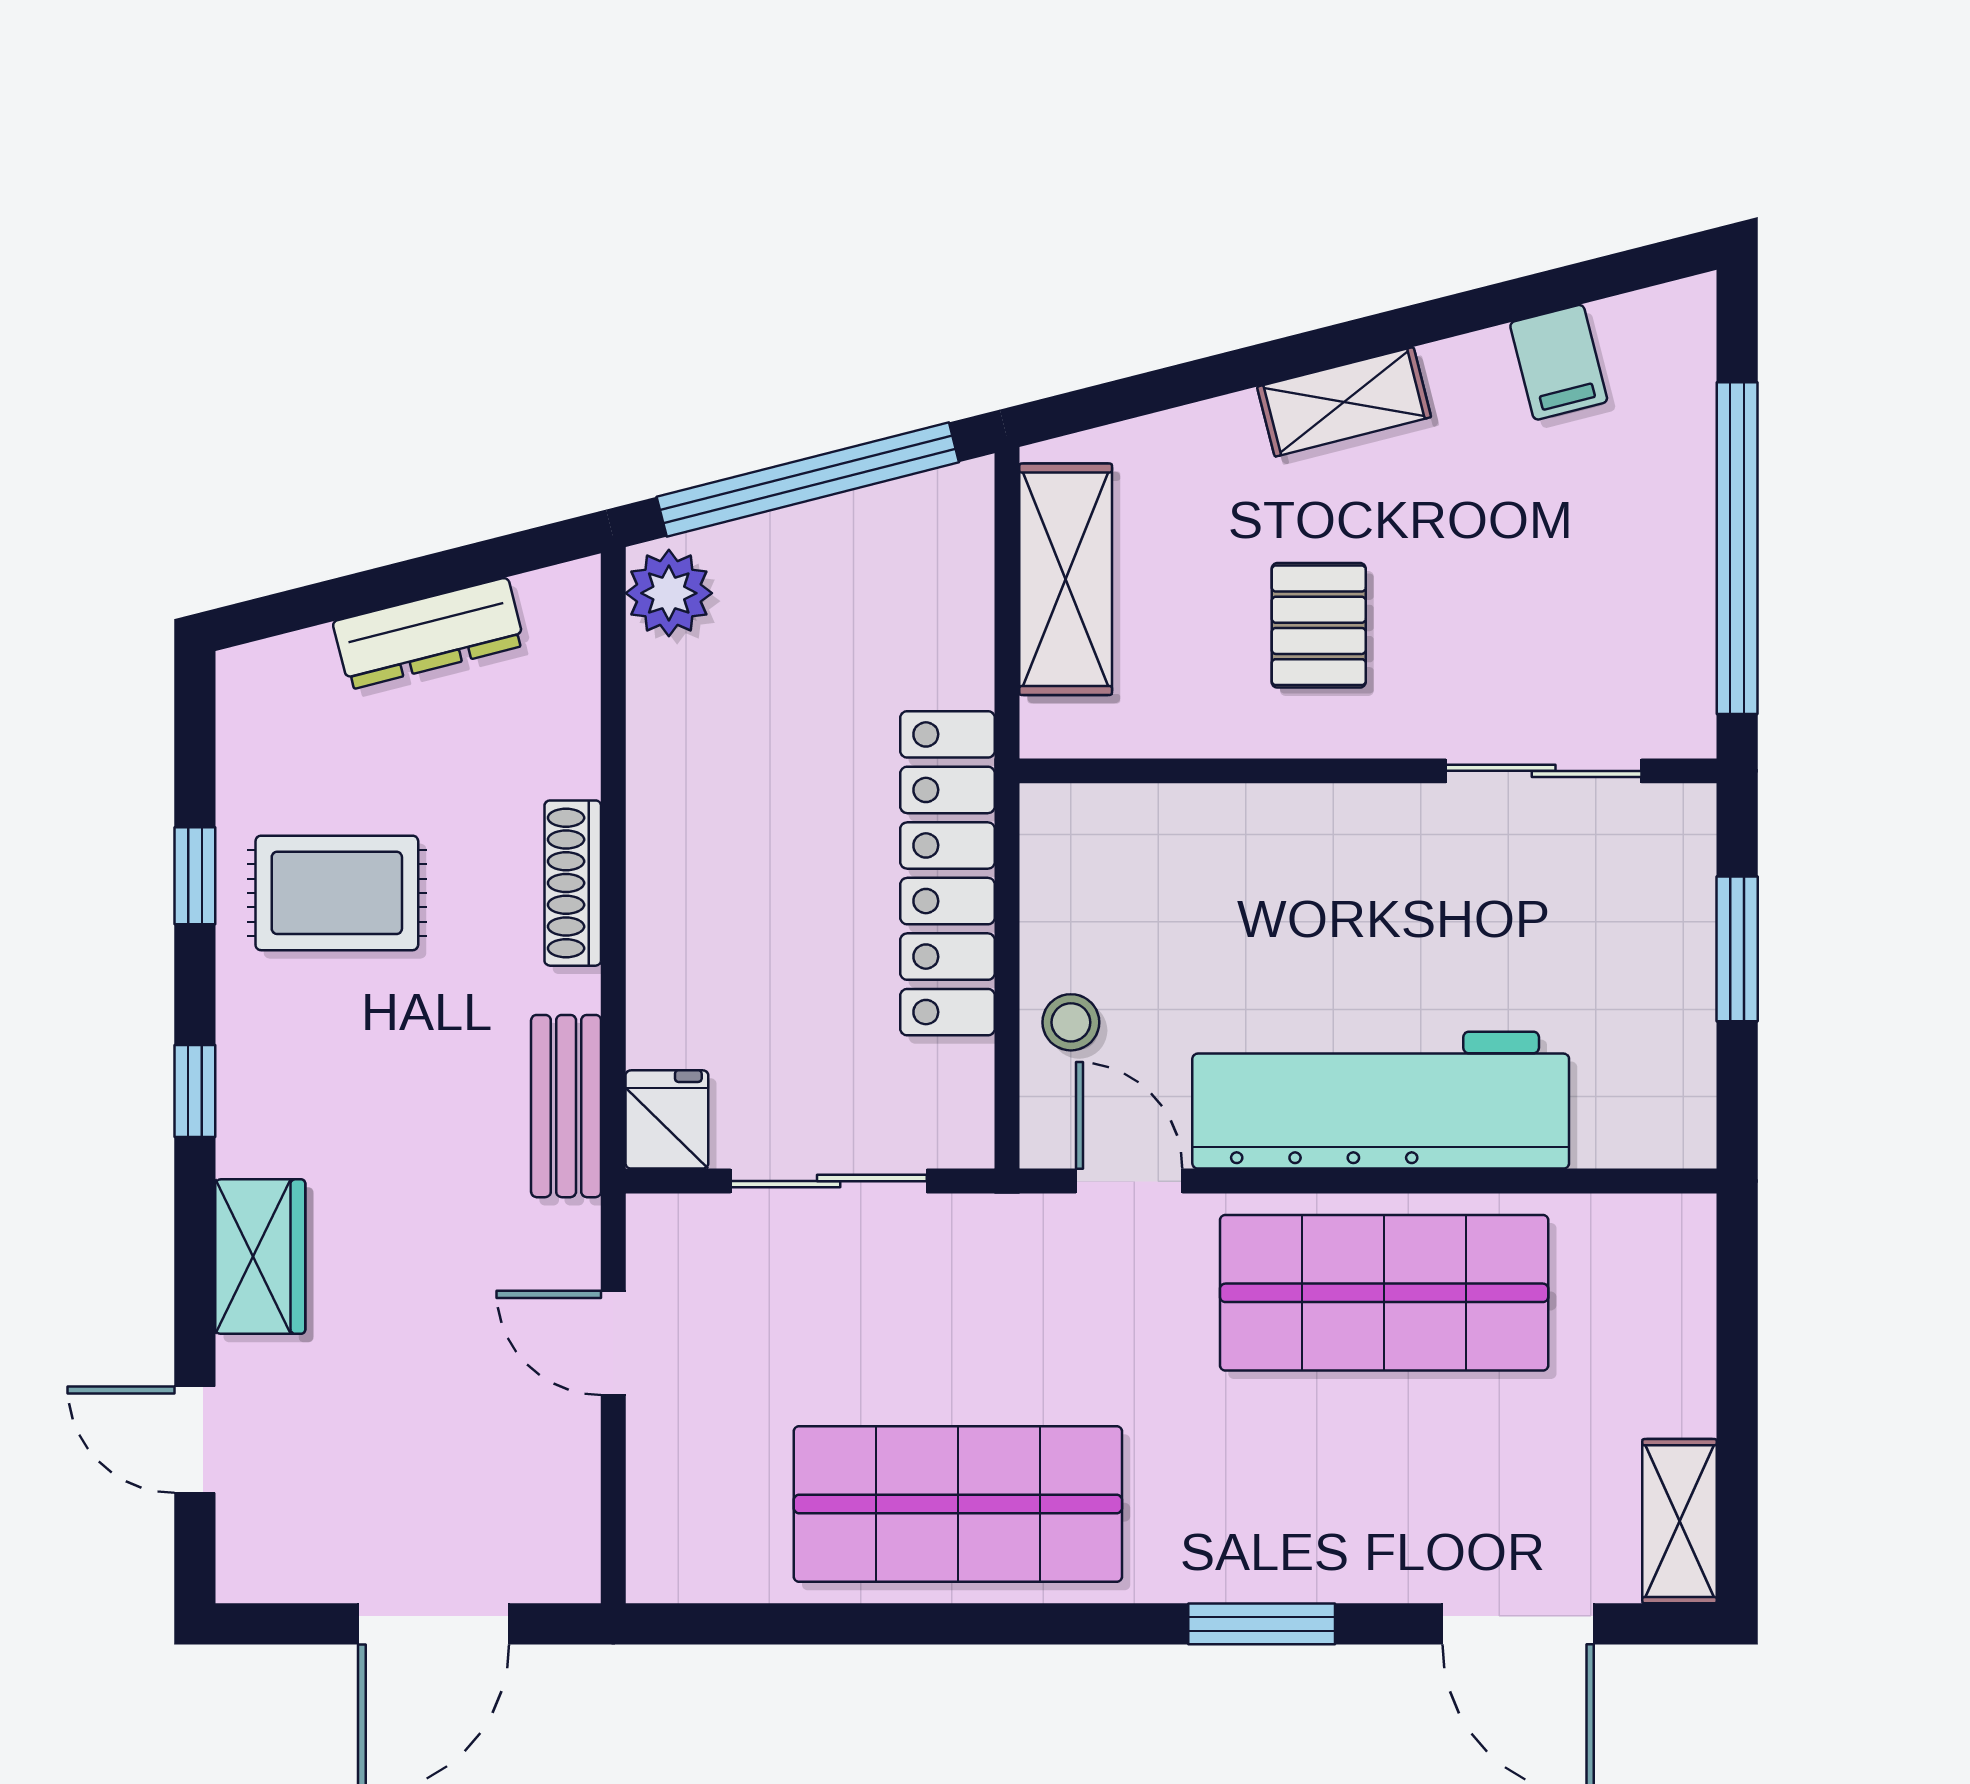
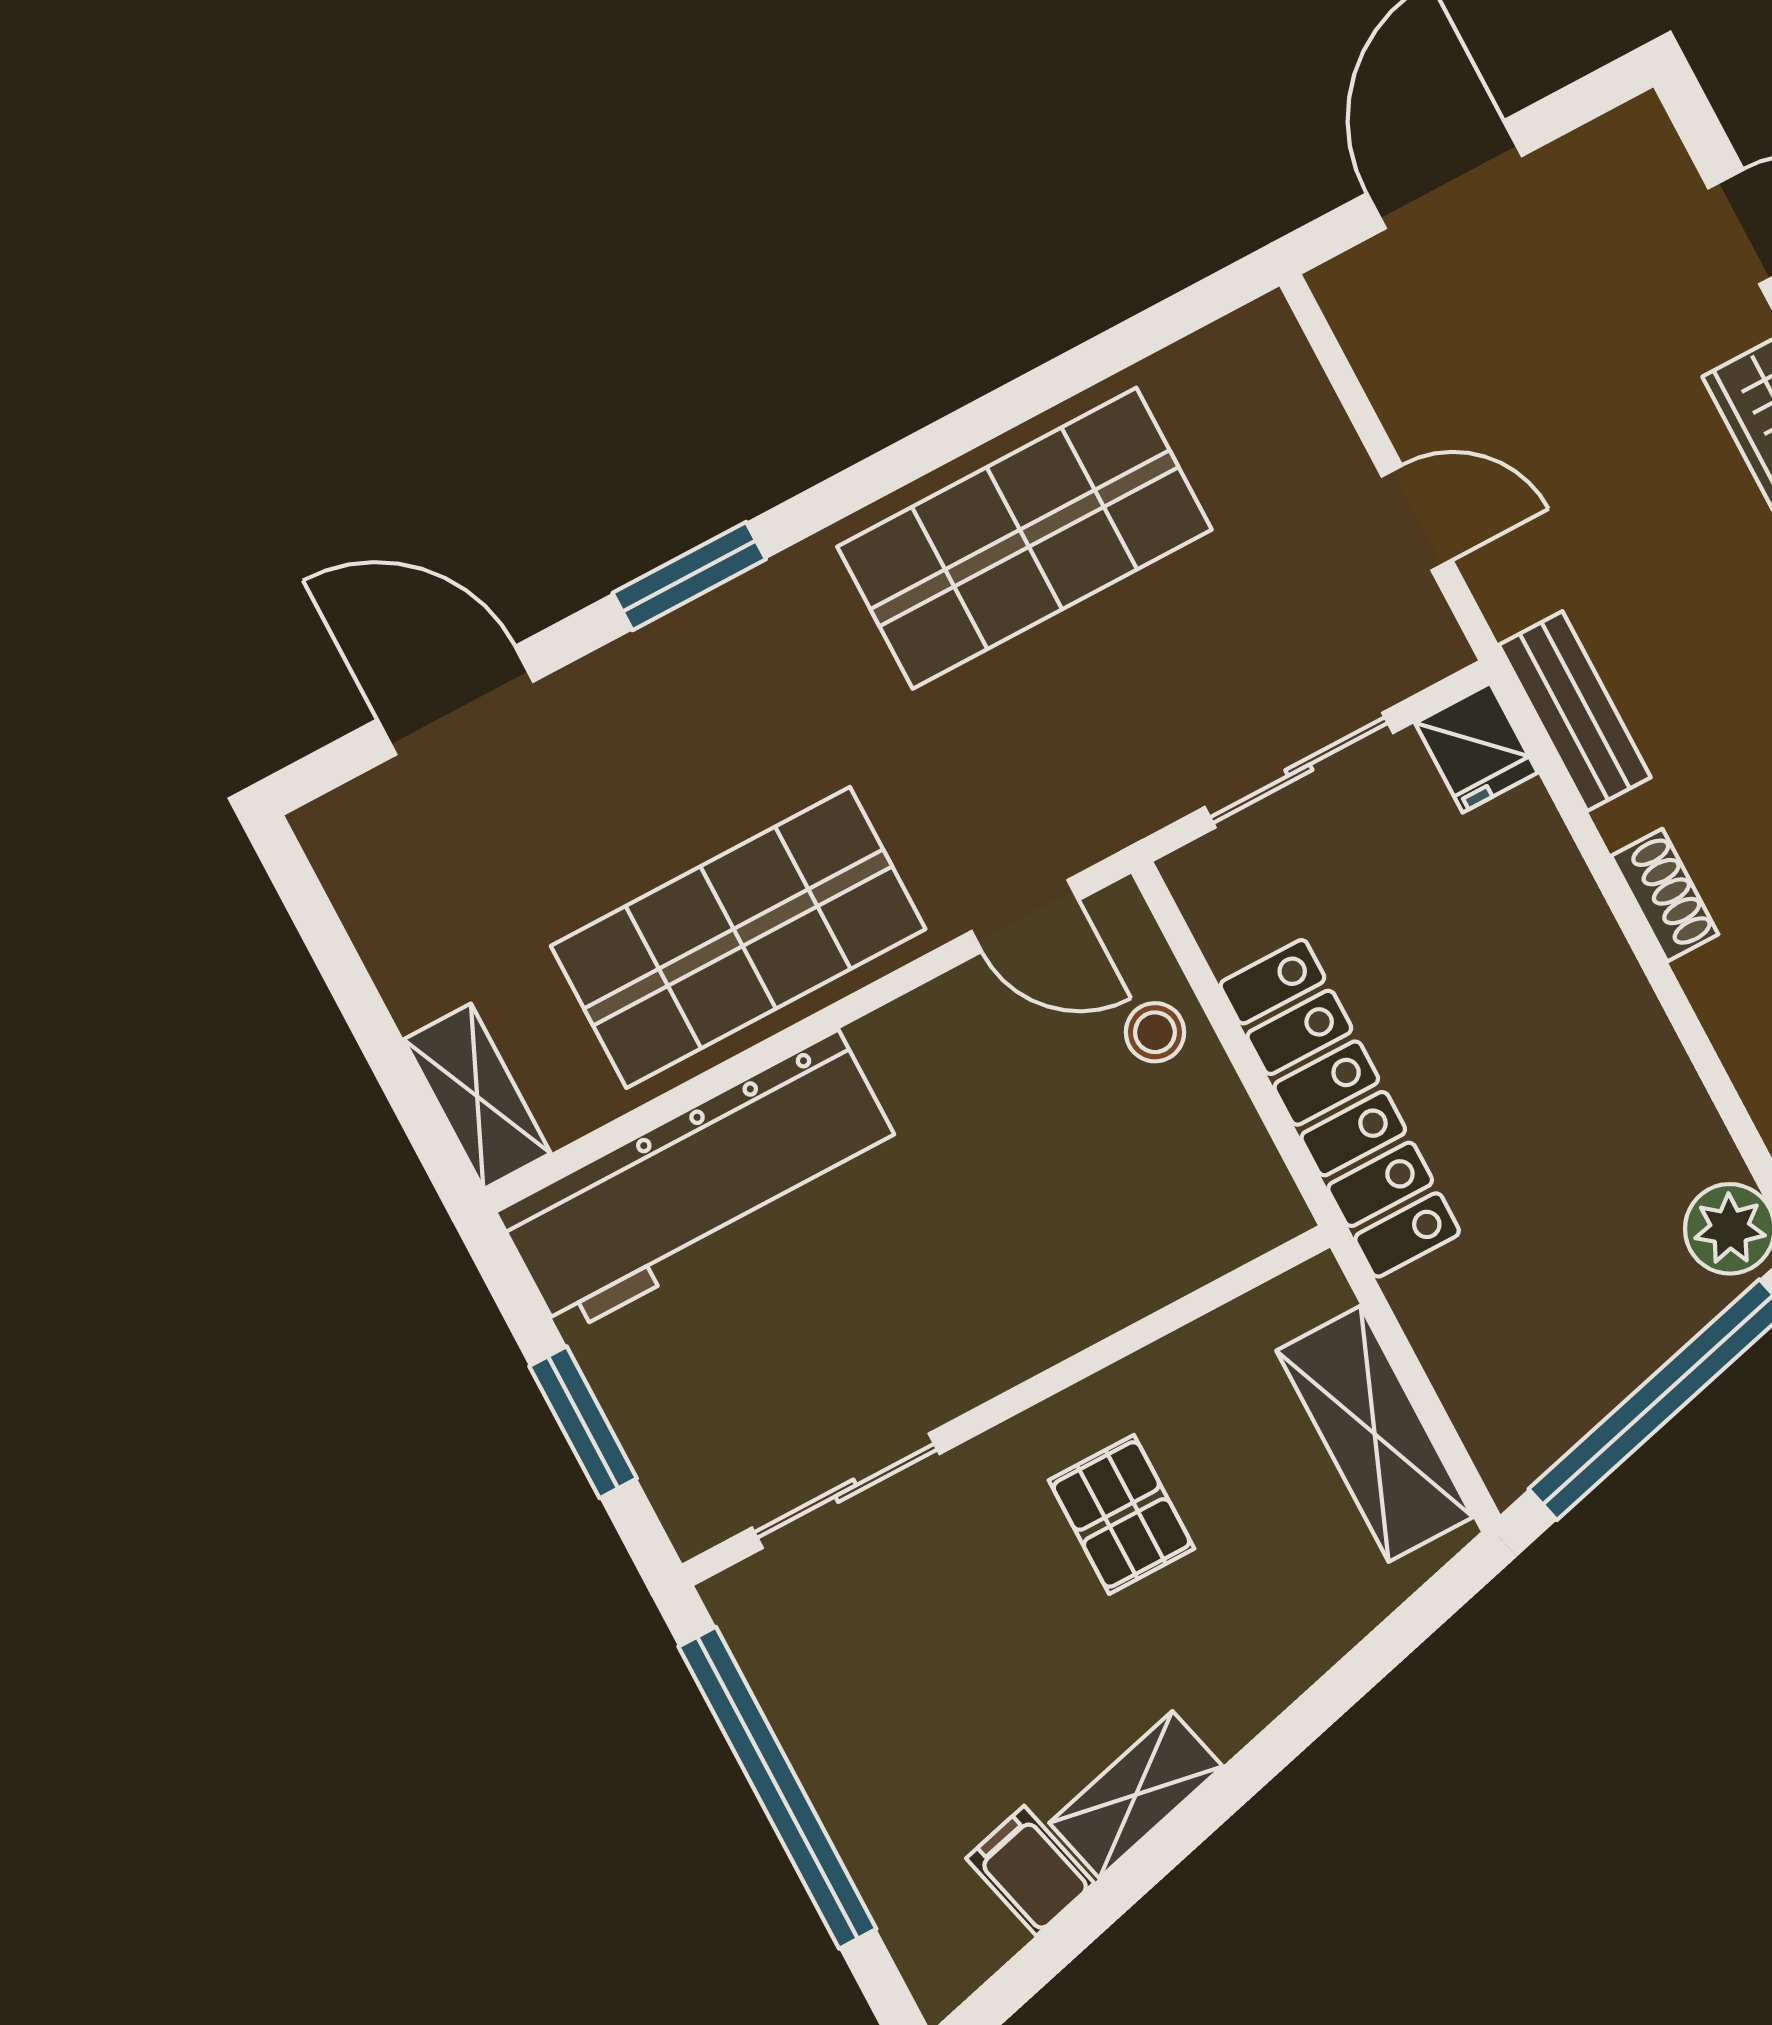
shelving: (1344, 402) -> (1136, 1795), moved
shoe rack: (573, 883) -> (1665, 895), width x0.70
workbench: (1381, 1100) -> (700, 1183), moved
shelving: (1680, 1521) -> (477, 1096), moved

